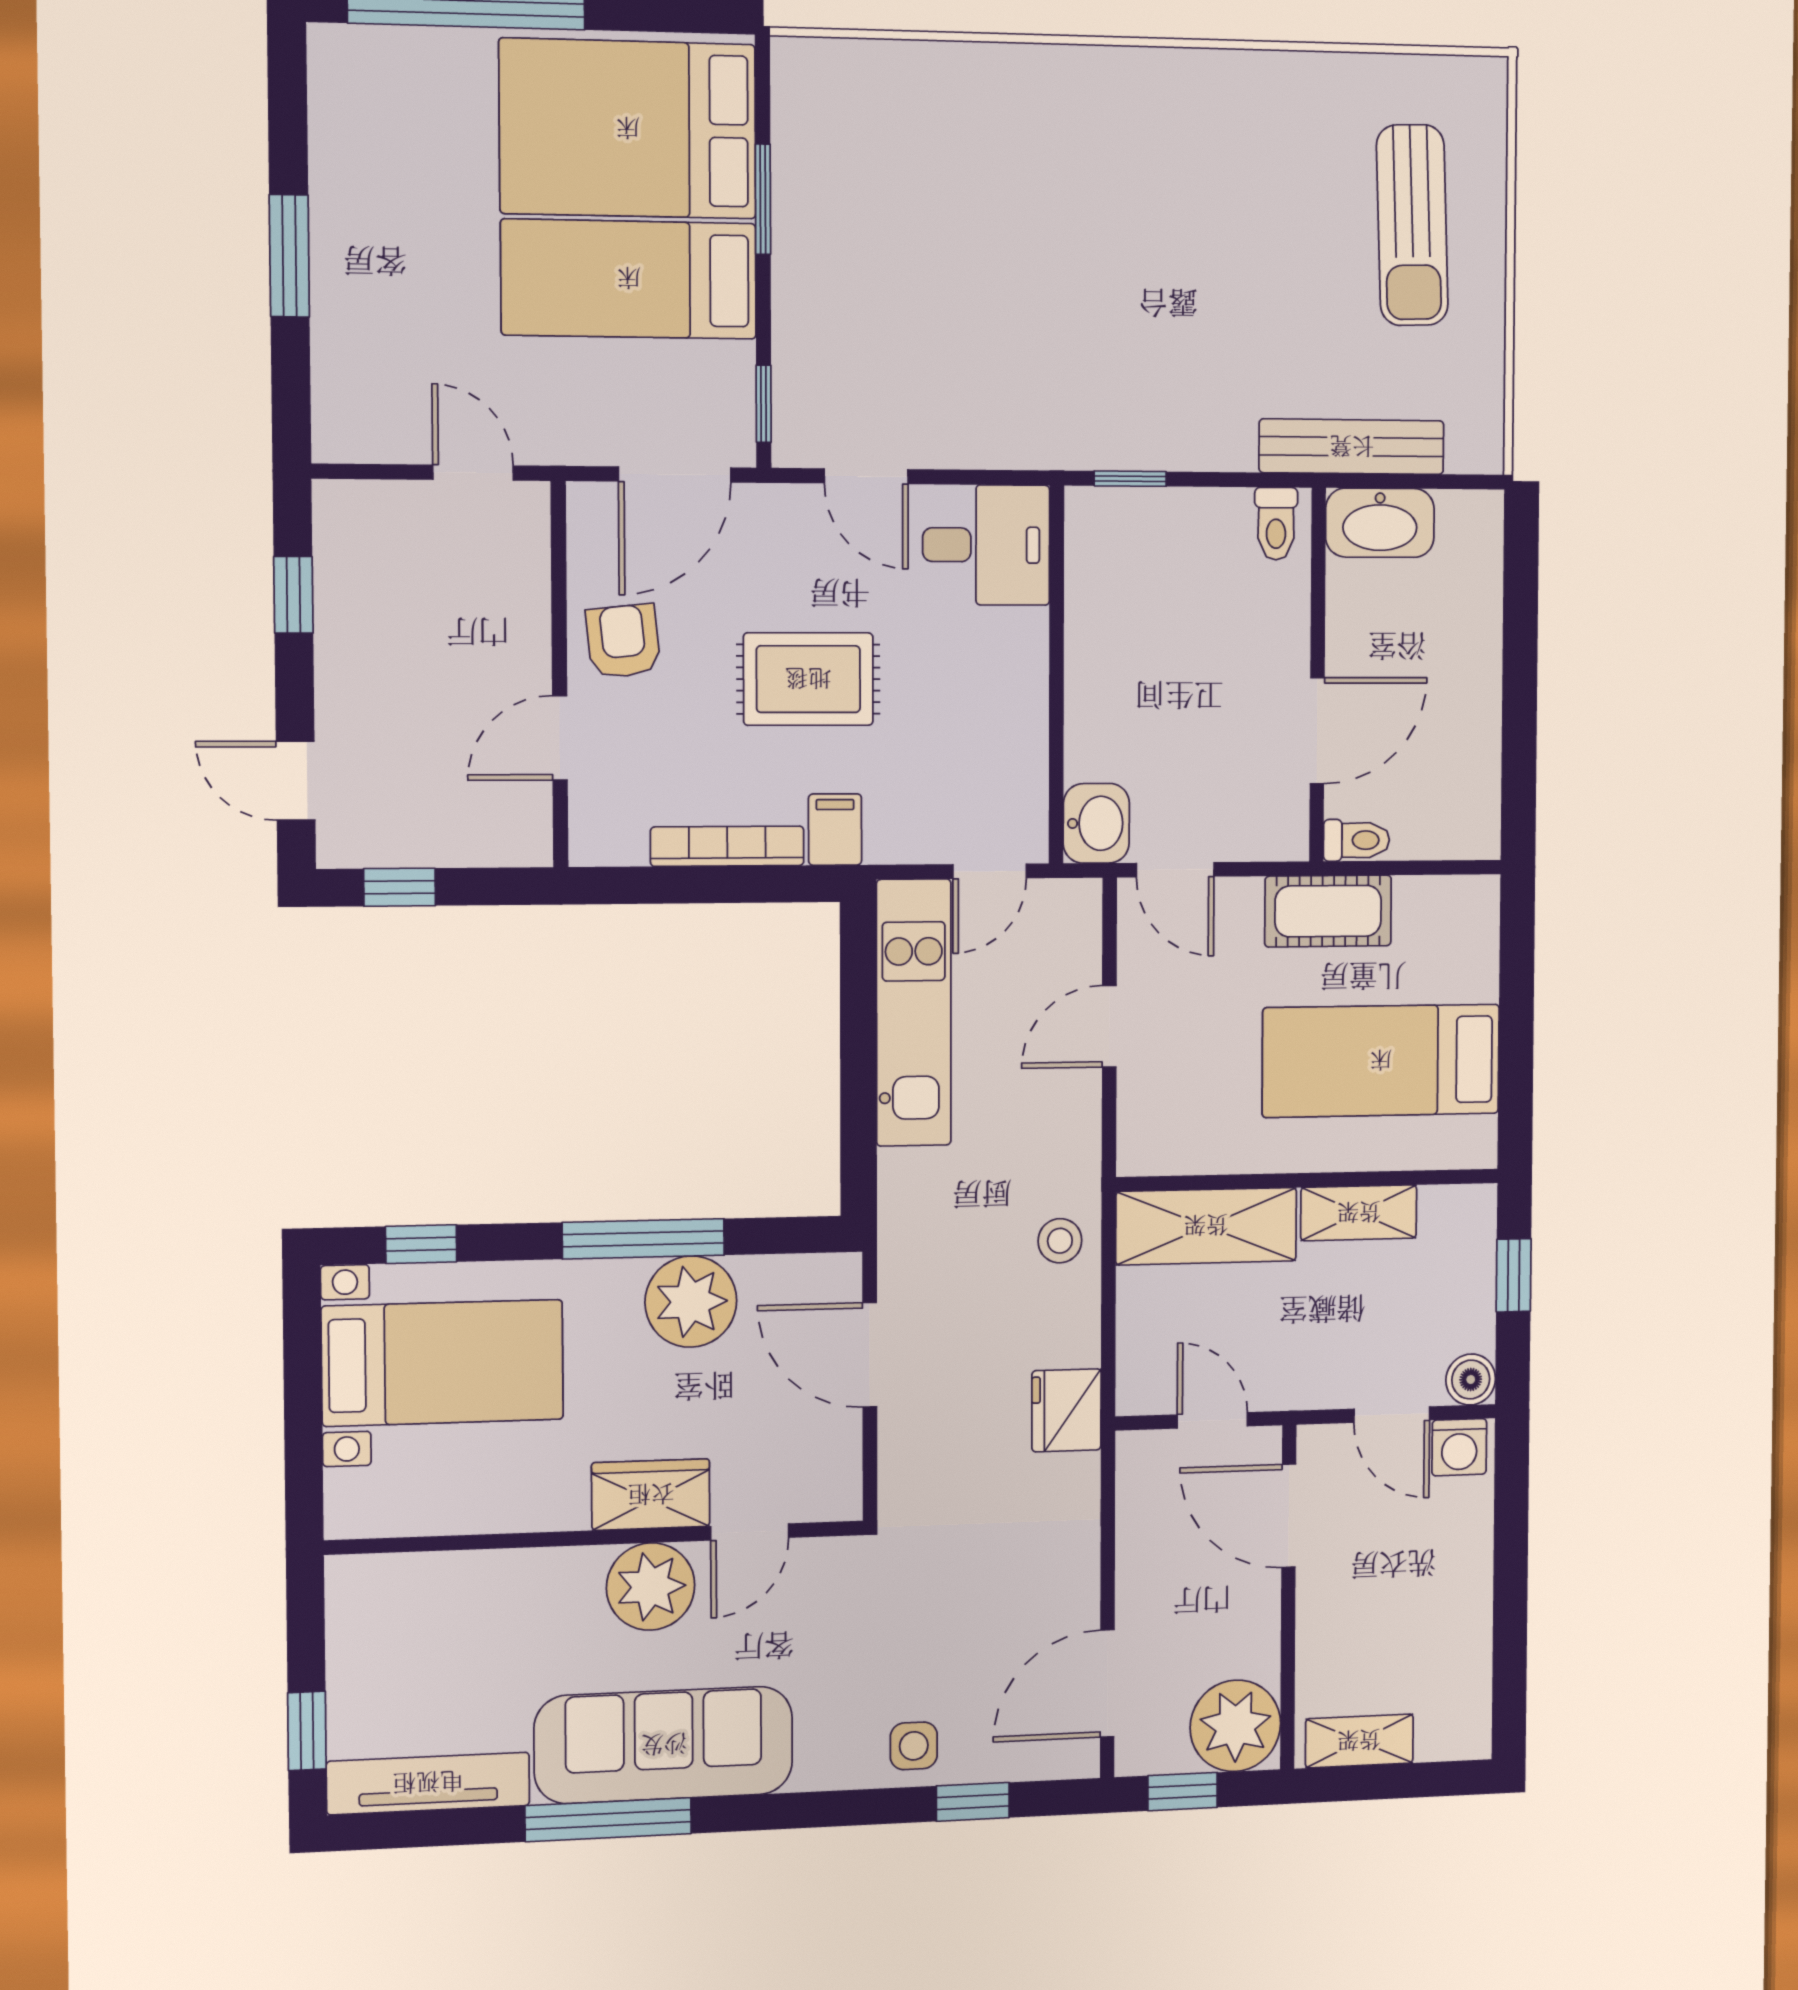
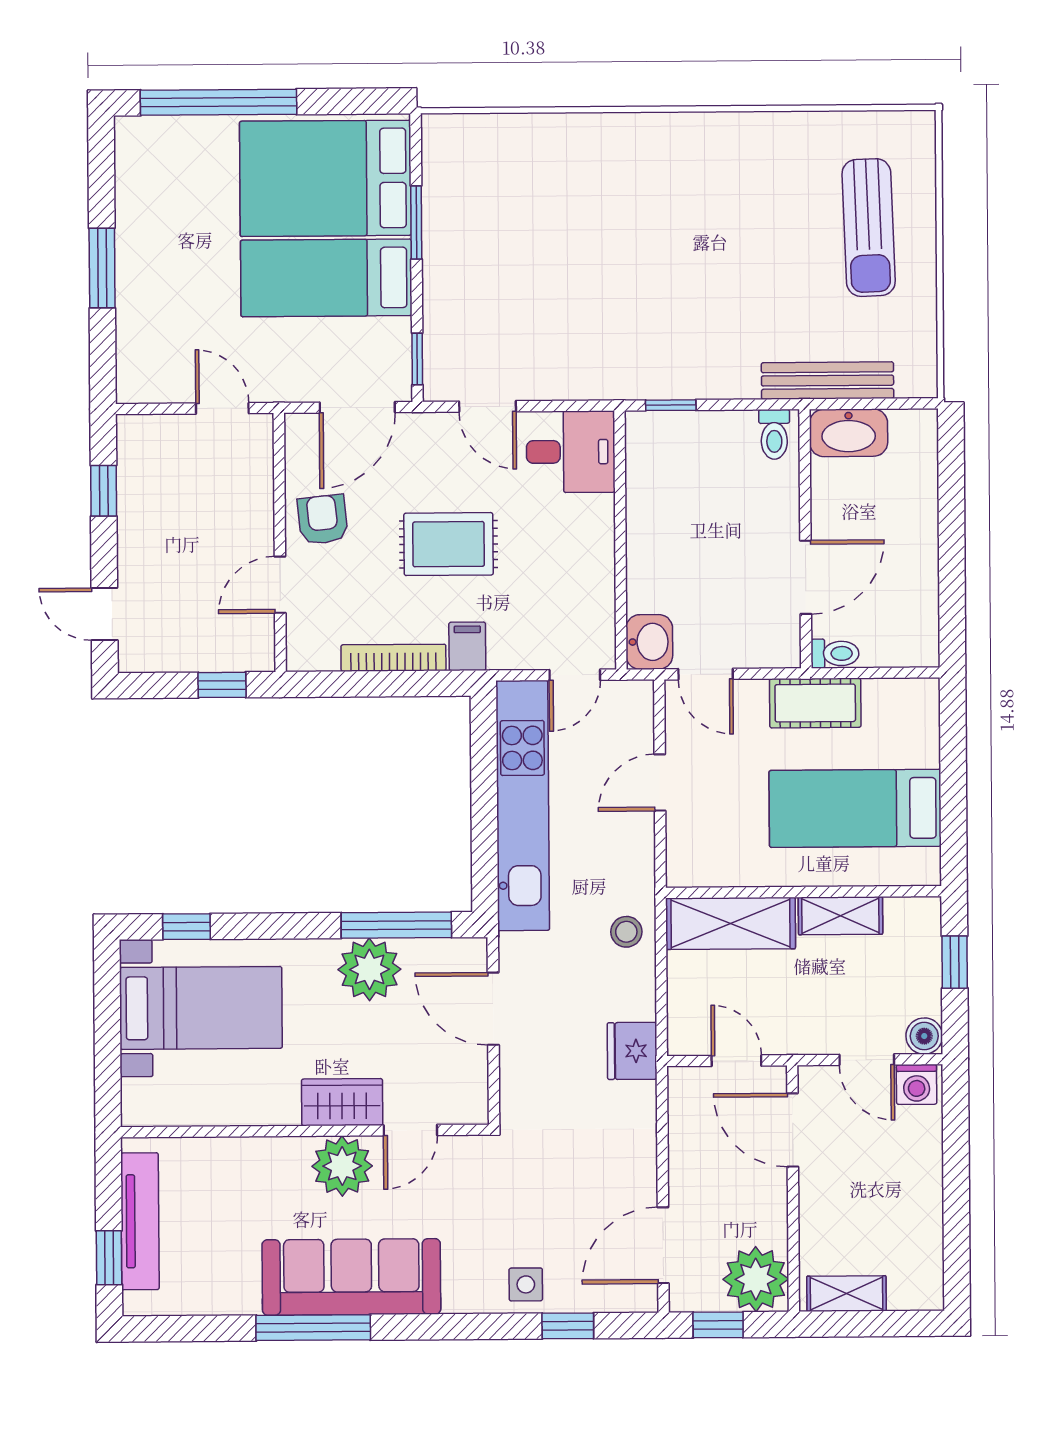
window: (400, 887) -> (222, 685), moved
kitchen unit: (914, 1013) -> (523, 805), width x1.36
window: (643, 1239) -> (396, 925), moved
tv unit: (428, 1783) -> (140, 1221), moved, turned 90

